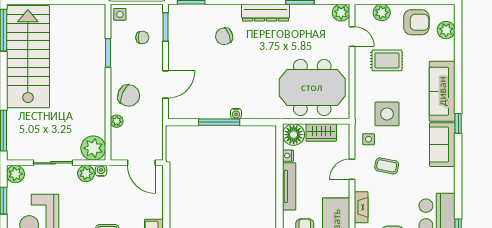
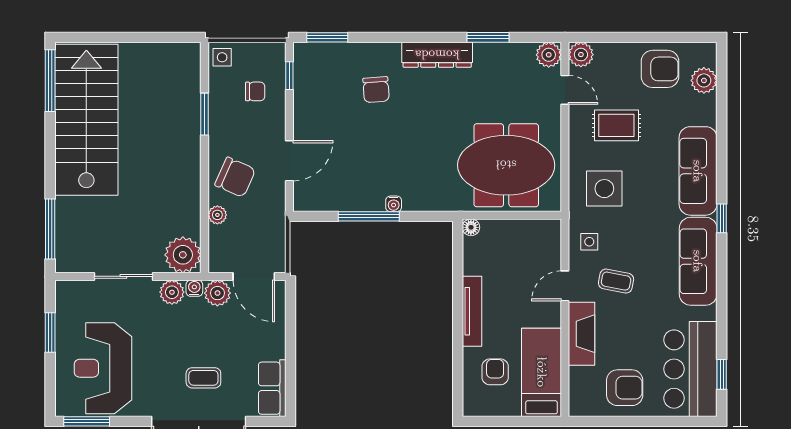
plant: (382, 12) -> (581, 55), moved
window: (165, 27) -> (289, 76), width x0.67
chair: (224, 36) -> (376, 90), turned -73
side table: (387, 114) -> (604, 189), moved
wardrobe: (321, 132) -> (519, 232), removed
floor lamp: (294, 135) -> (471, 227), width x0.53, depth x0.53
sofa: (442, 145) -> (698, 261), width x1.36
nightstand: (288, 156) -> (470, 266), removed
plant: (15, 174) -> (217, 293), moved
fireplace: (361, 207) -> (581, 334), width x1.37, depth x1.32

